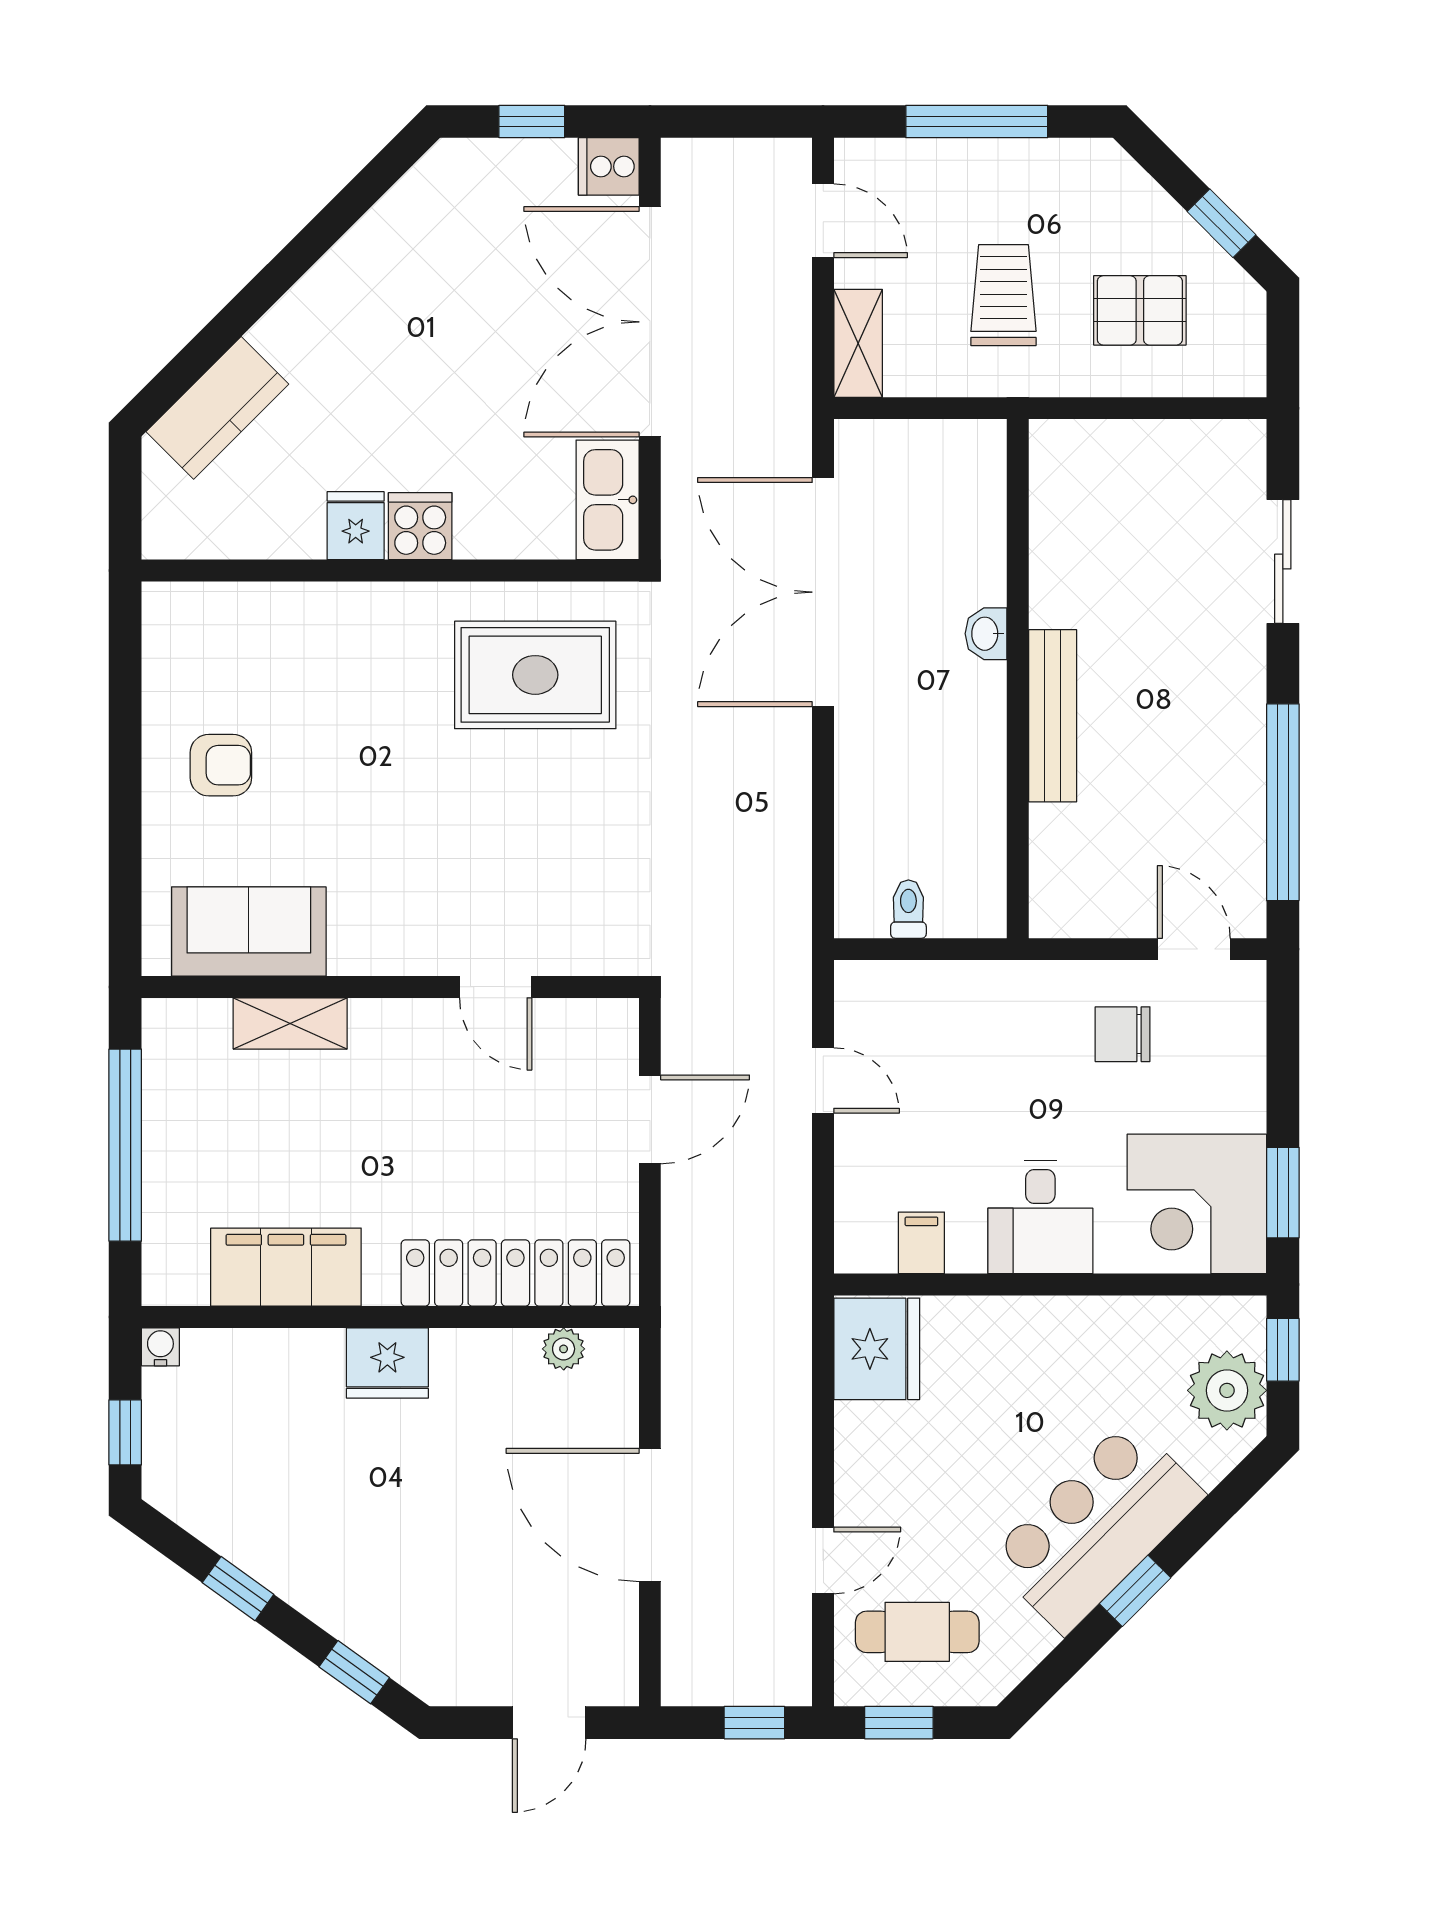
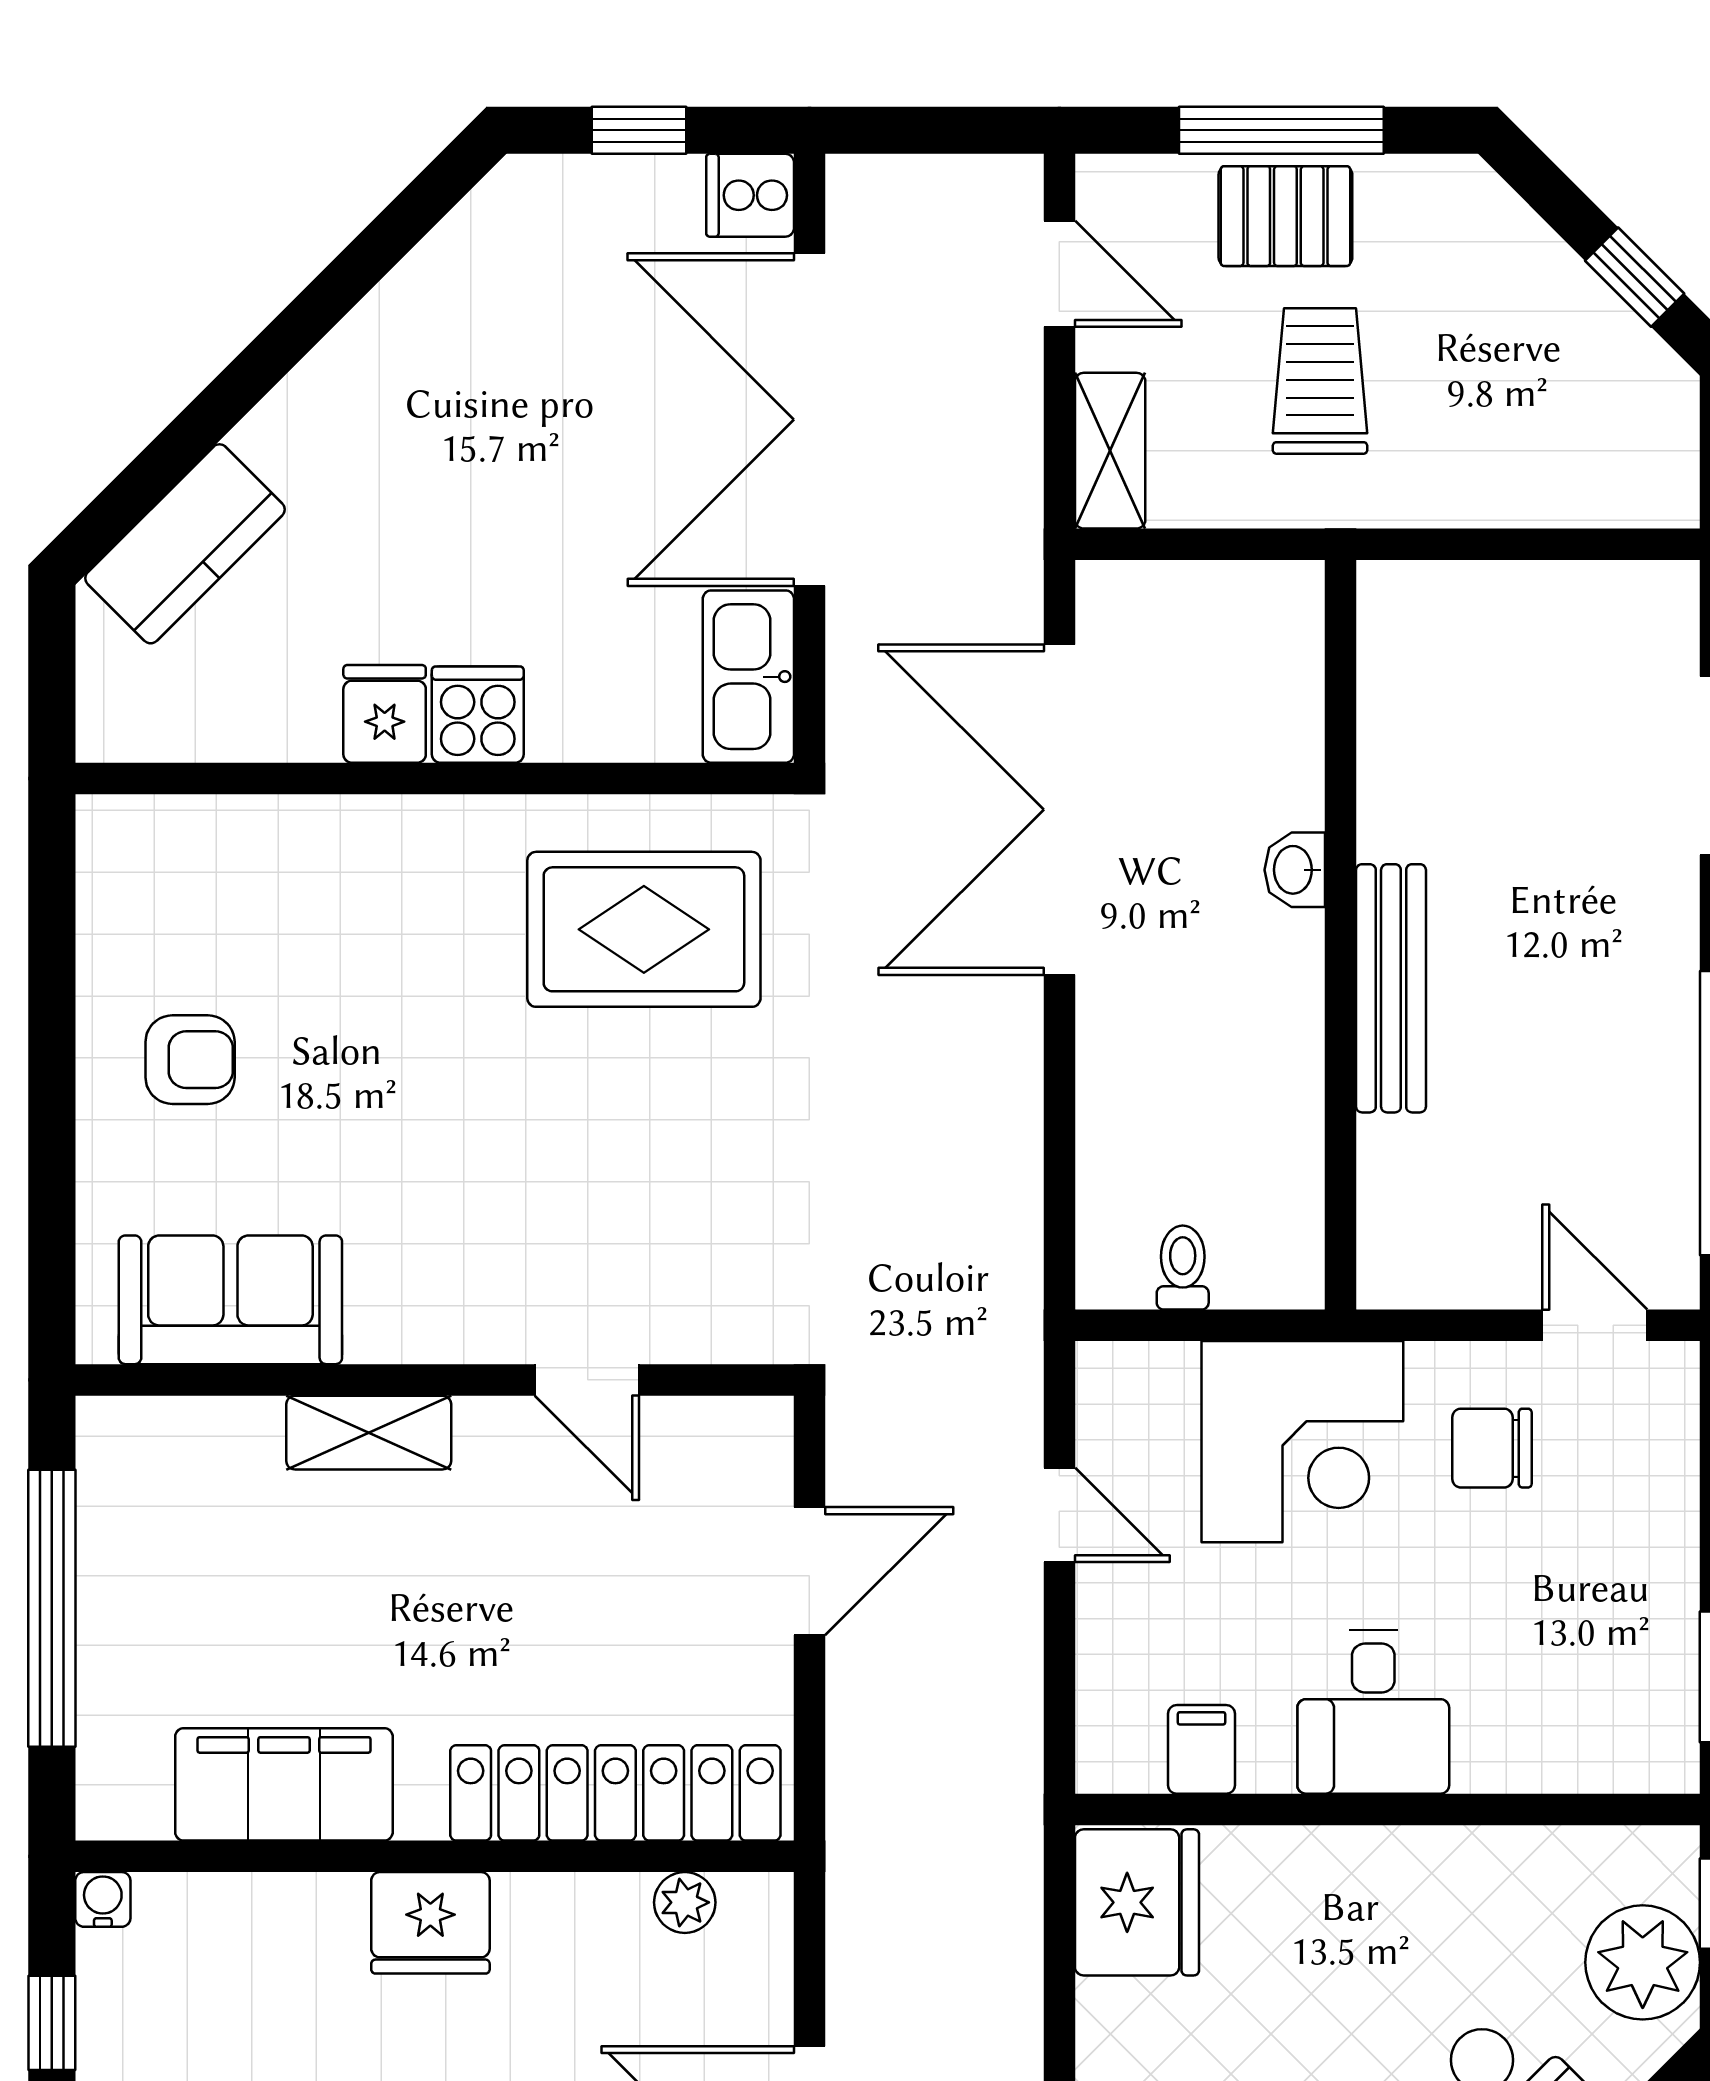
pallet: (1140, 310) -> (1285, 216), moved
shelving: (290, 1023) -> (369, 1433), moved
corner desk: (1197, 1204) -> (1302, 1442), moved, turned -90

